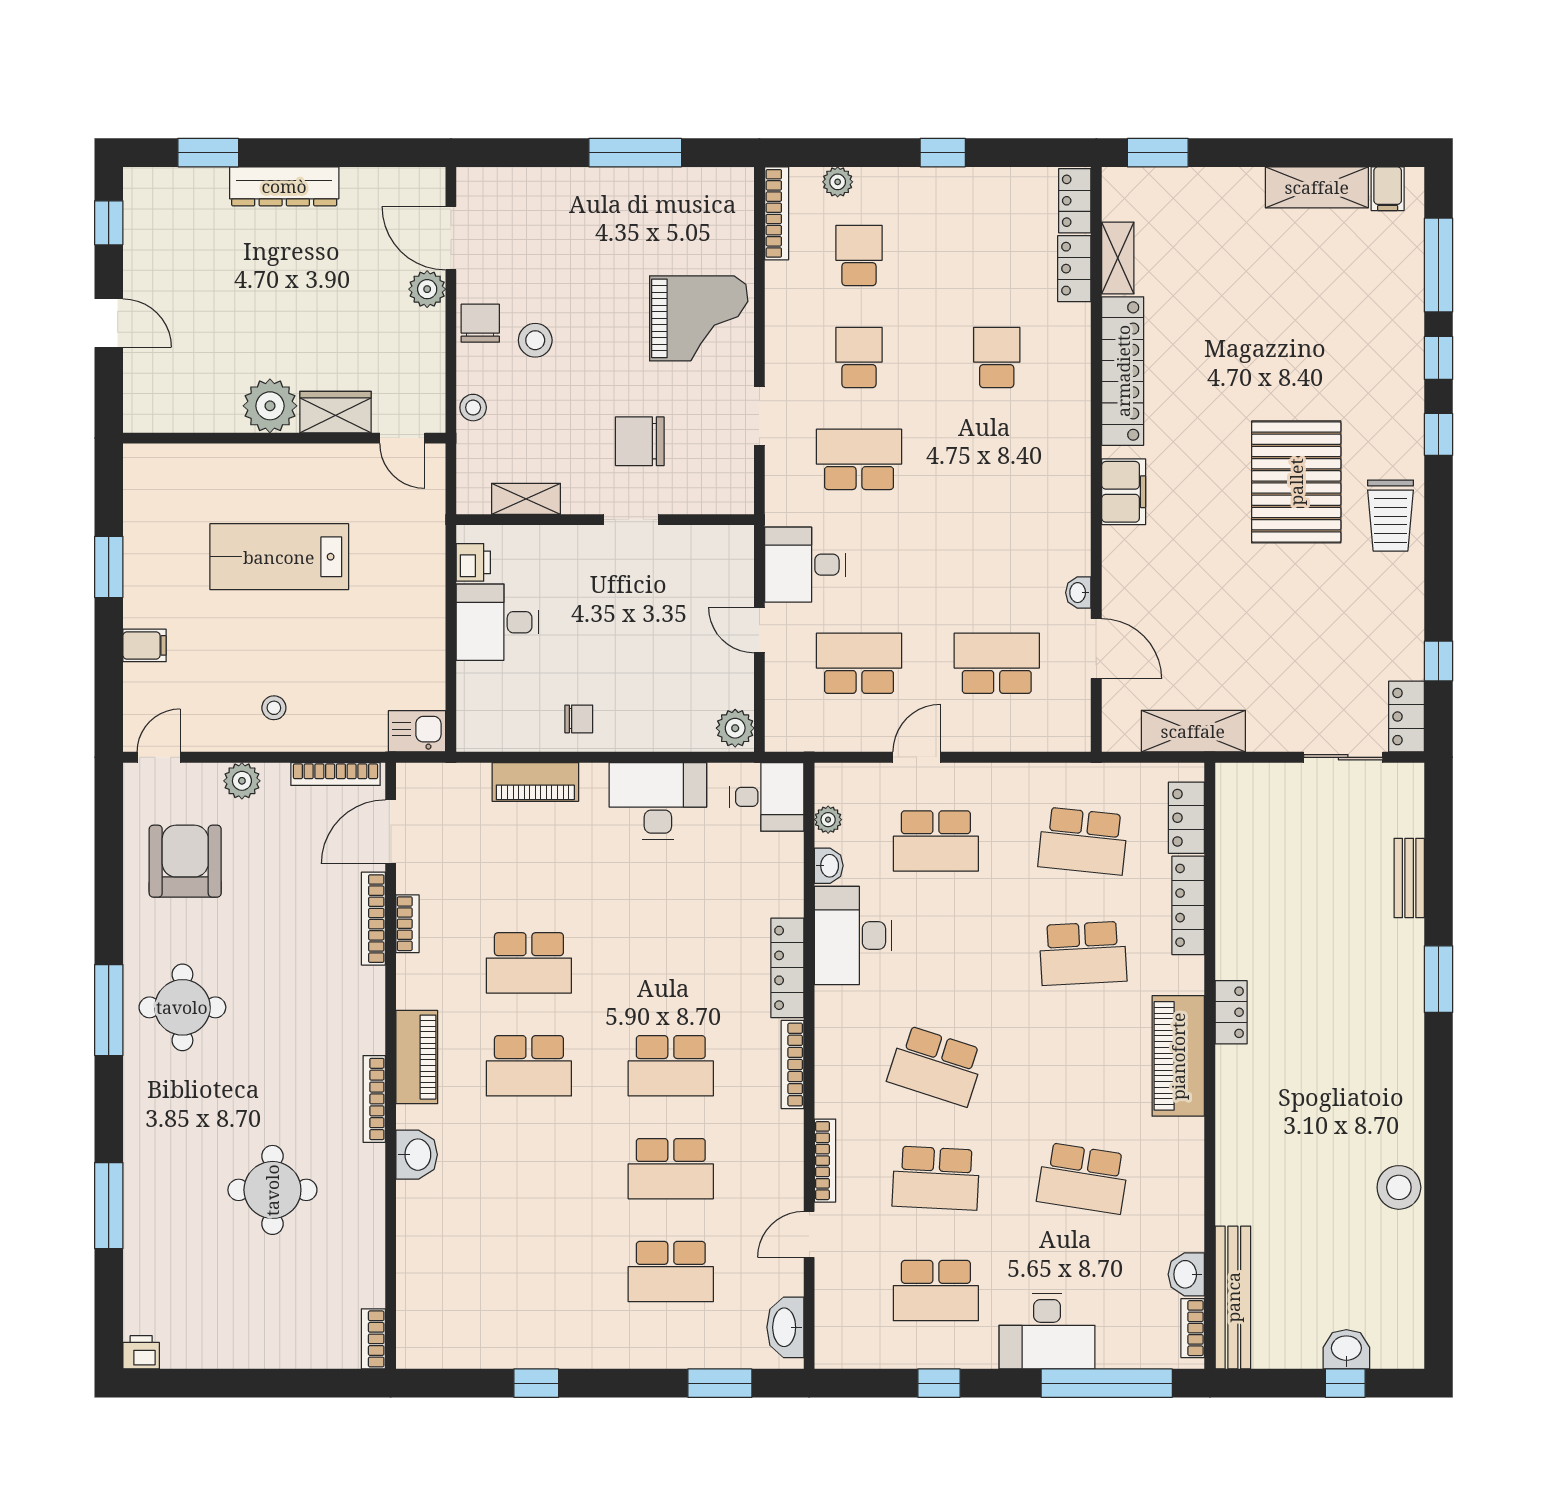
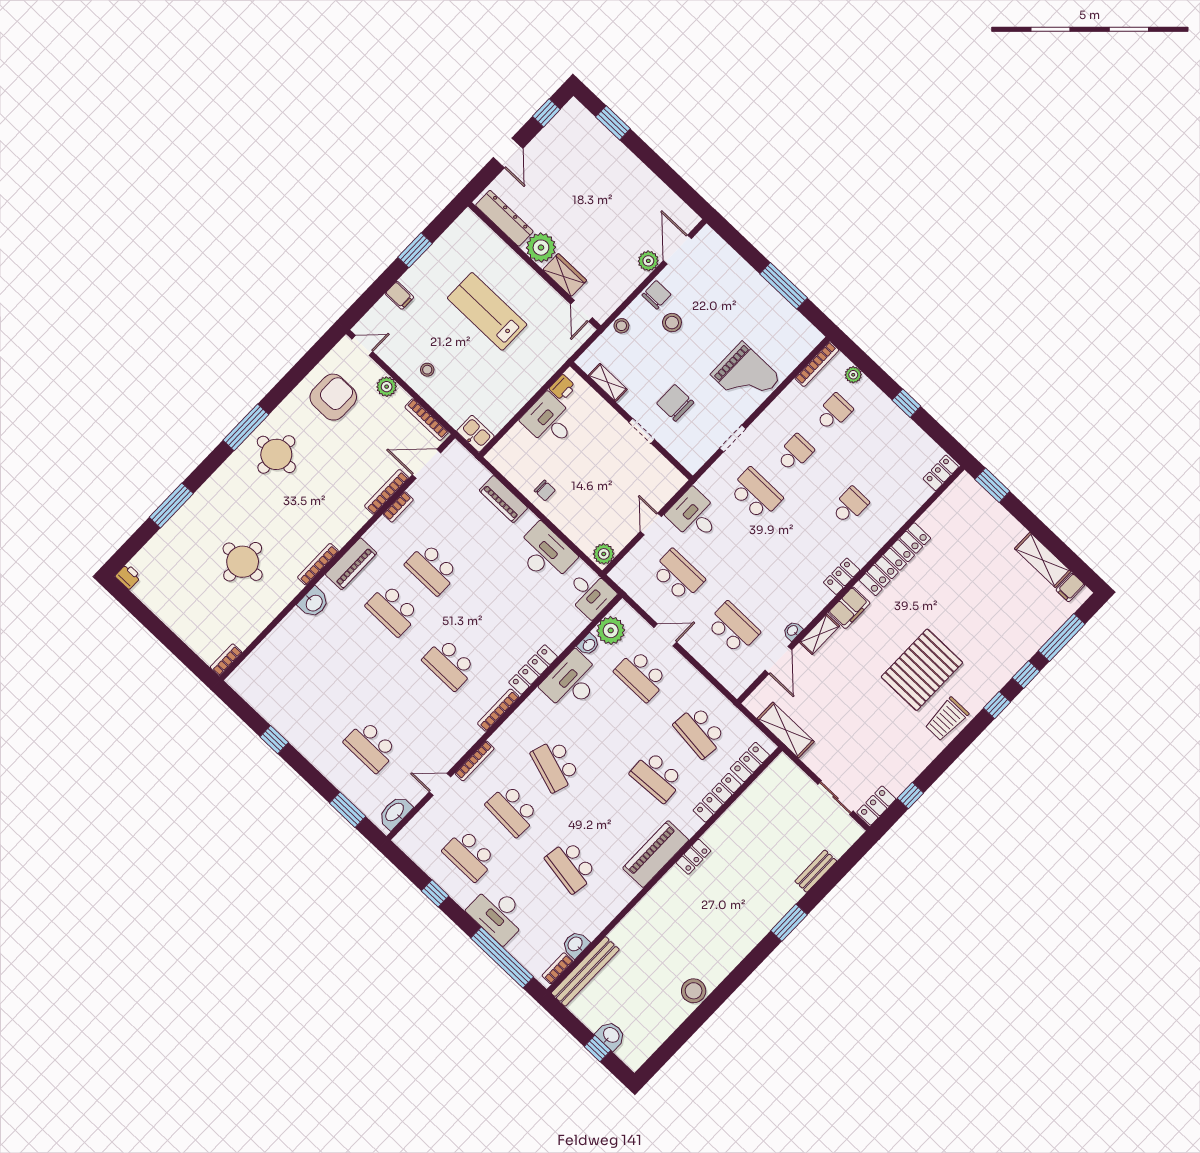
dresser: (284, 186) -> (504, 218), moved, turned 180
shelving: (1118, 258) -> (819, 634), moved
locker: (1074, 269) -> (842, 576), moved
plant: (828, 820) -> (611, 630), width x1.88, depth x1.88
school desk: (671, 1169) -> (410, 705), removed

